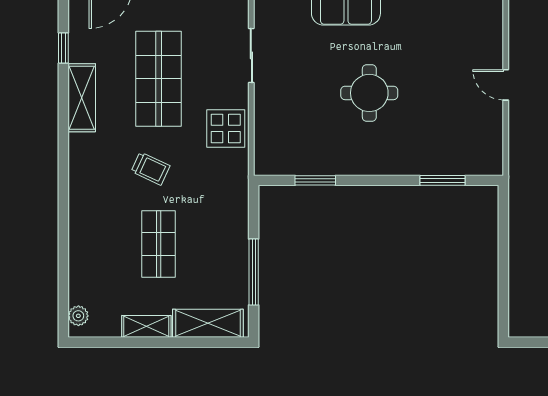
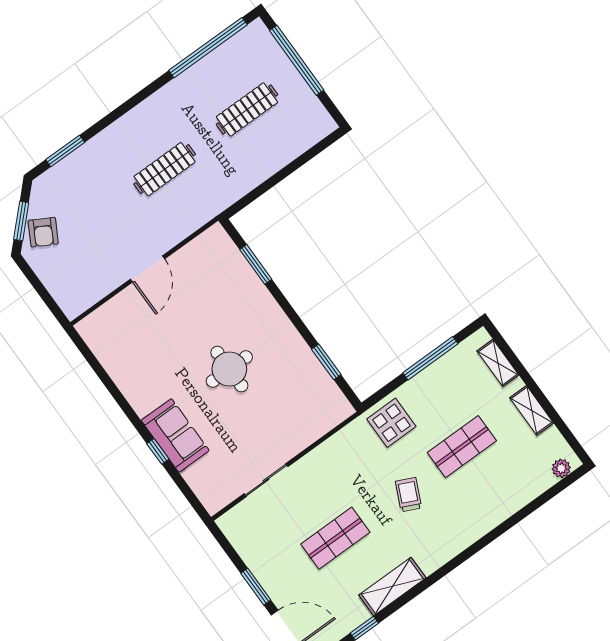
shop shelf: (159, 79) -> (335, 538), width x0.70, depth x0.74
door: (506, 85) -> (147, 269), width x1.37
display table: (226, 128) -> (391, 423), moved
shelving: (208, 323) -> (498, 363), width x0.67, depth x0.75

